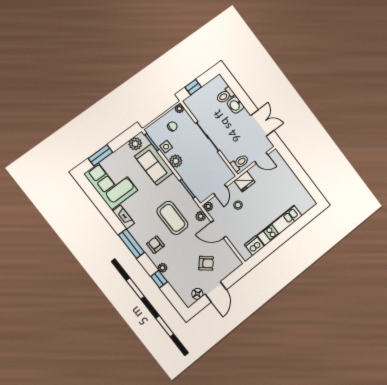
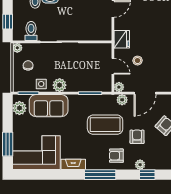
toilet: (240, 163) -> (31, 31), moved
armchair: (182, 249) -> (137, 137), added

